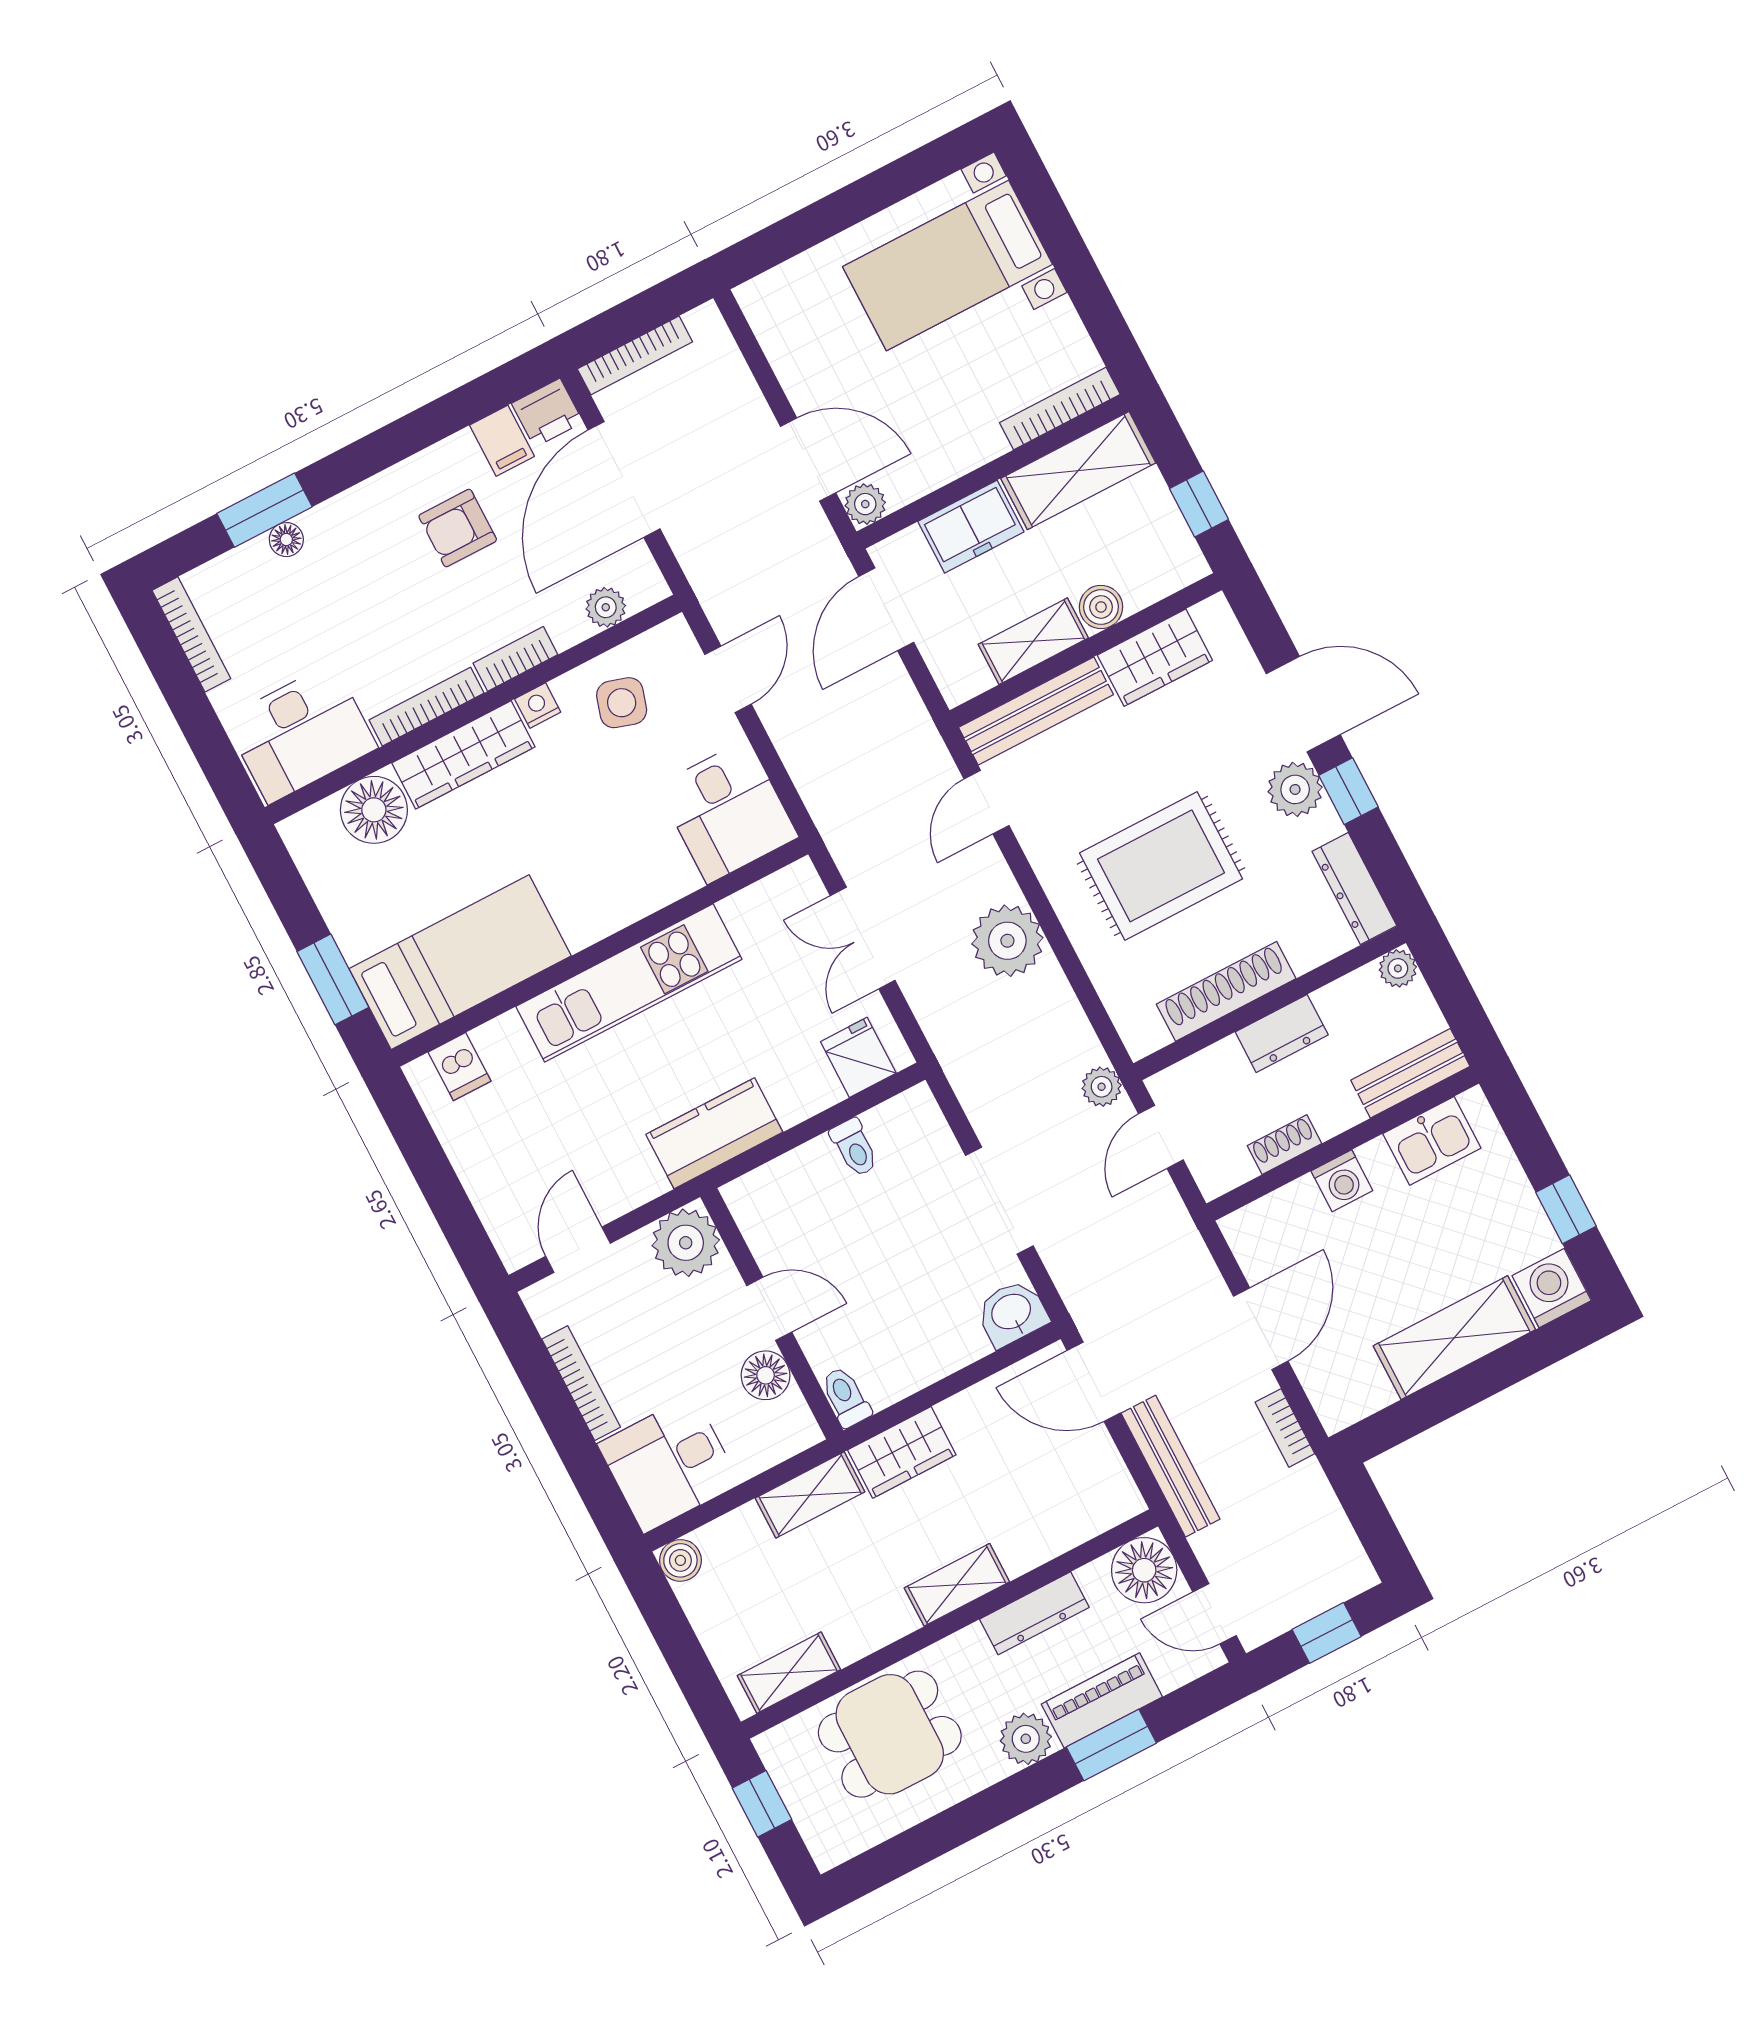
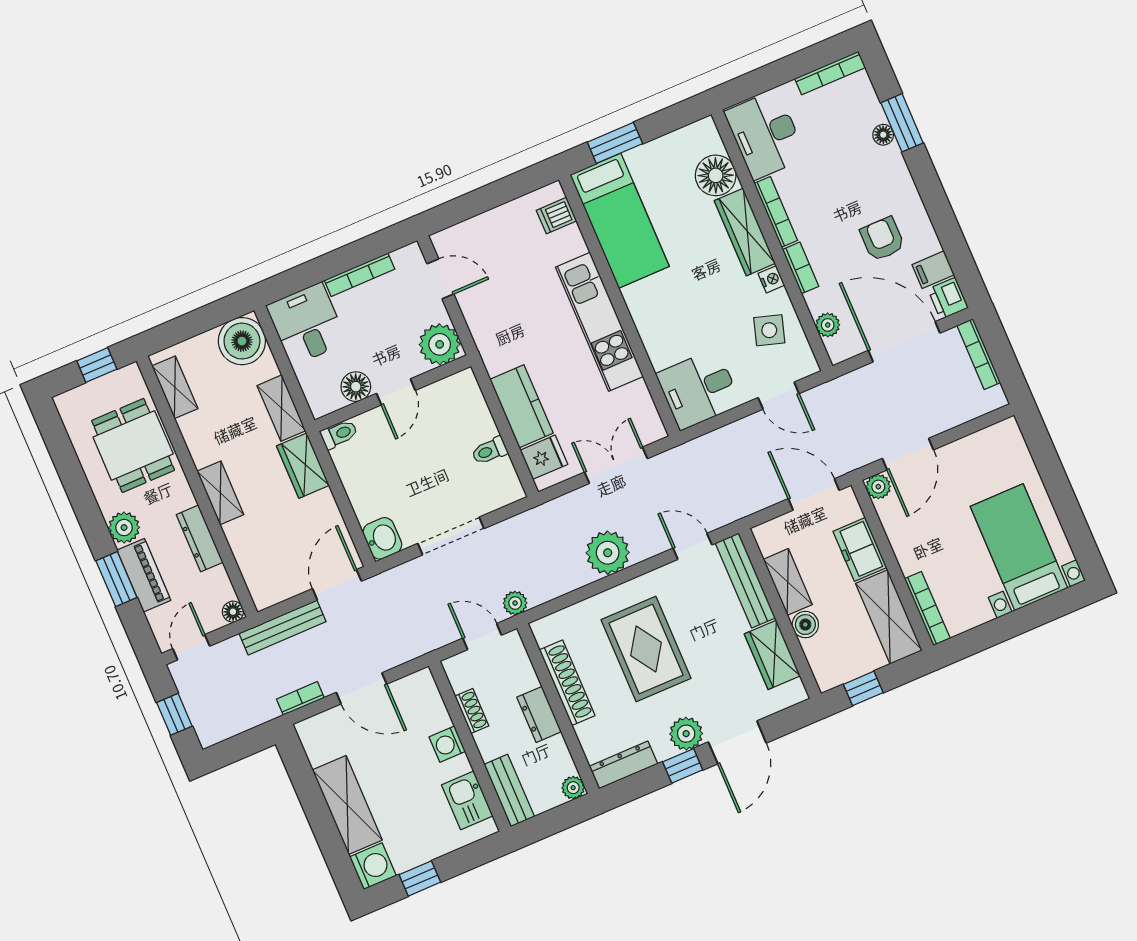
kitchen counter: (714, 1133) -> (522, 406), moved
boiler: (680, 1560) -> (242, 341), width x1.86, depth x1.86
floor lamp: (1144, 1570) -> (233, 612), width x0.53, depth x0.53

